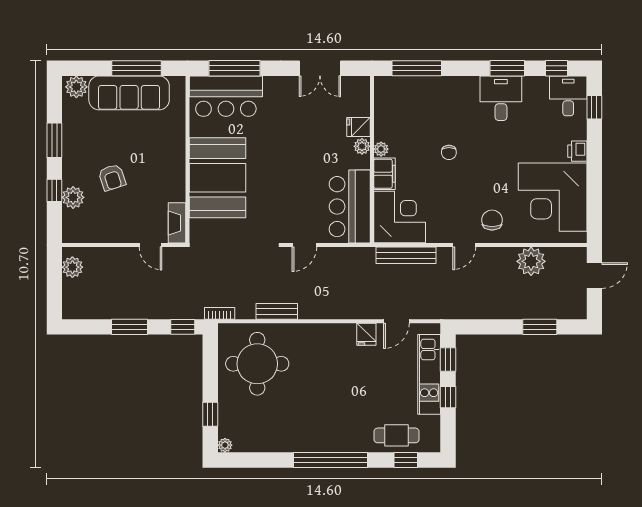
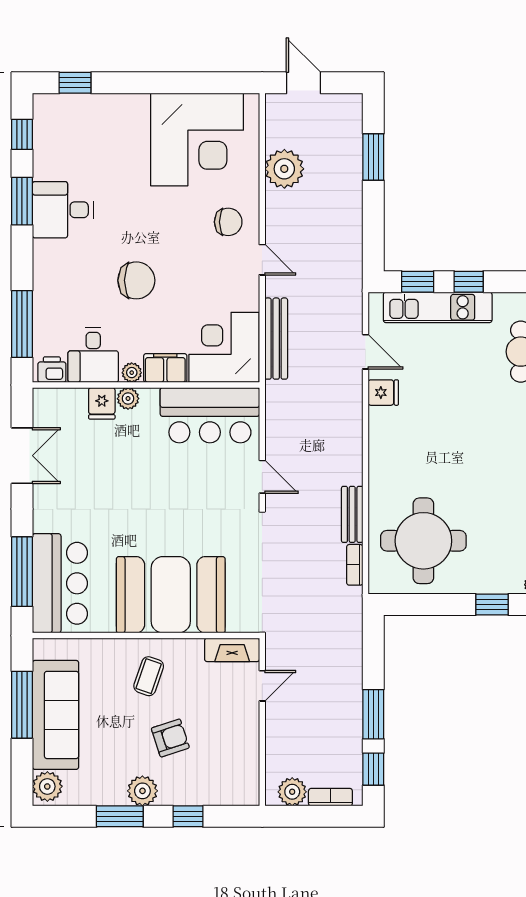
desk: (568, 96) -> (93, 355), moved, turned -90
printer: (577, 151) -> (52, 370), moved, turned 180
chair: (449, 152) -> (136, 280), width x1.87, depth x1.87
coffee table: (158, 162) -> (149, 676), added
plant: (73, 197) -> (142, 791), moved
chair: (492, 220) -> (228, 222), turned 180
bookcase: (68, 295) -> (330, 797), added
bookcase: (220, 313) -> (355, 565), moved
window: (183, 327) -> (373, 769), moved

